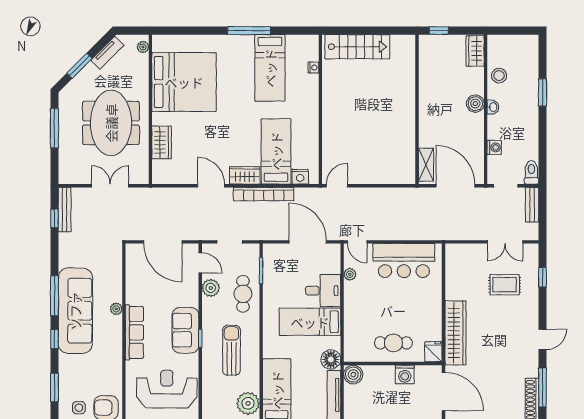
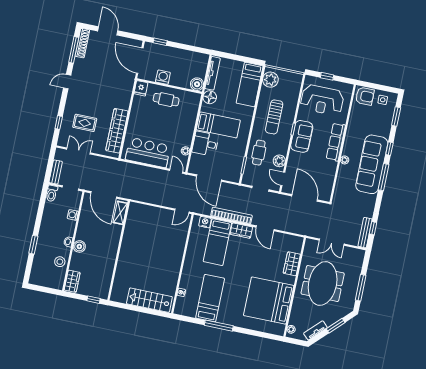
wardrobe: (455, 333) -> (117, 131), moved

